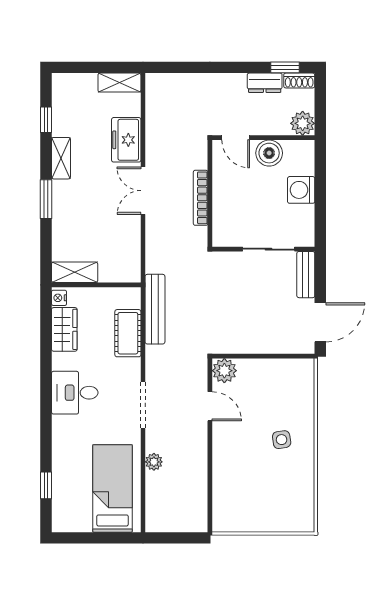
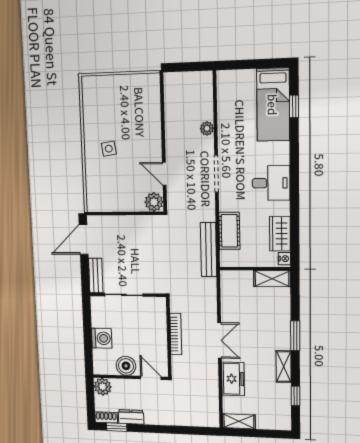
bed: (112, 488) -> (273, 105), moved

